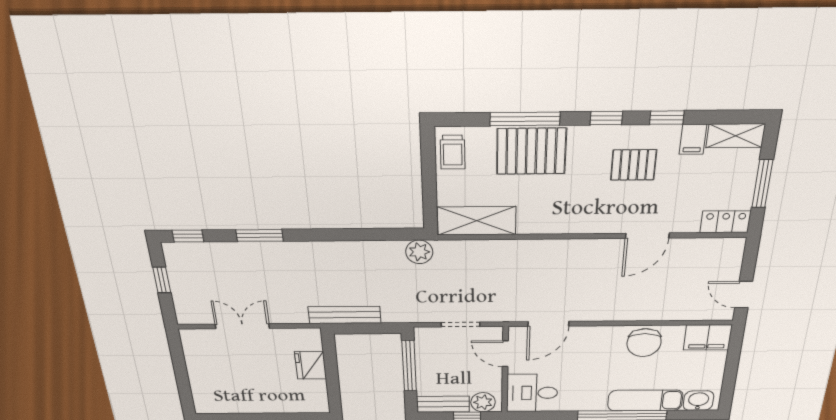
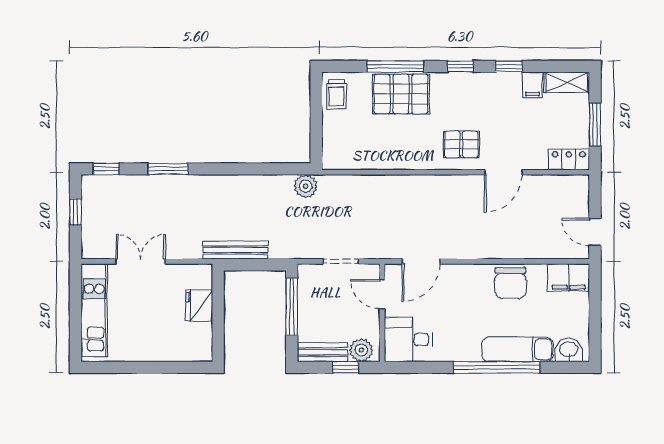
pallet: (634, 165) -> (461, 144), moved
shelving: (477, 221) -> (356, 157), removed
kitchen unit: (200, 370) -> (94, 310), added

